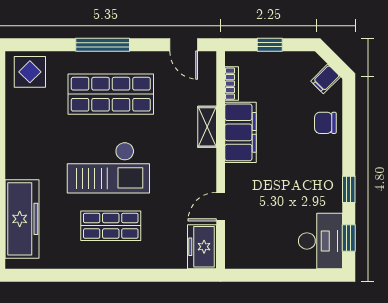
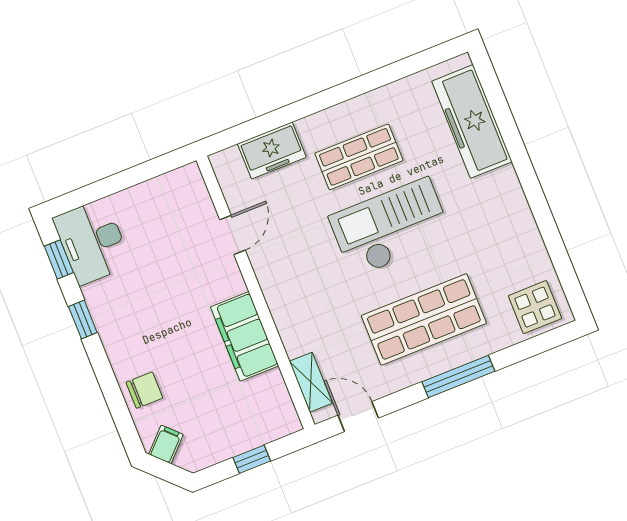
bookcase: (232, 84) -> (280, 392), removed
shelving: (207, 127) -> (311, 382), moved
freezer: (202, 247) -> (272, 151), moved, turned 90

